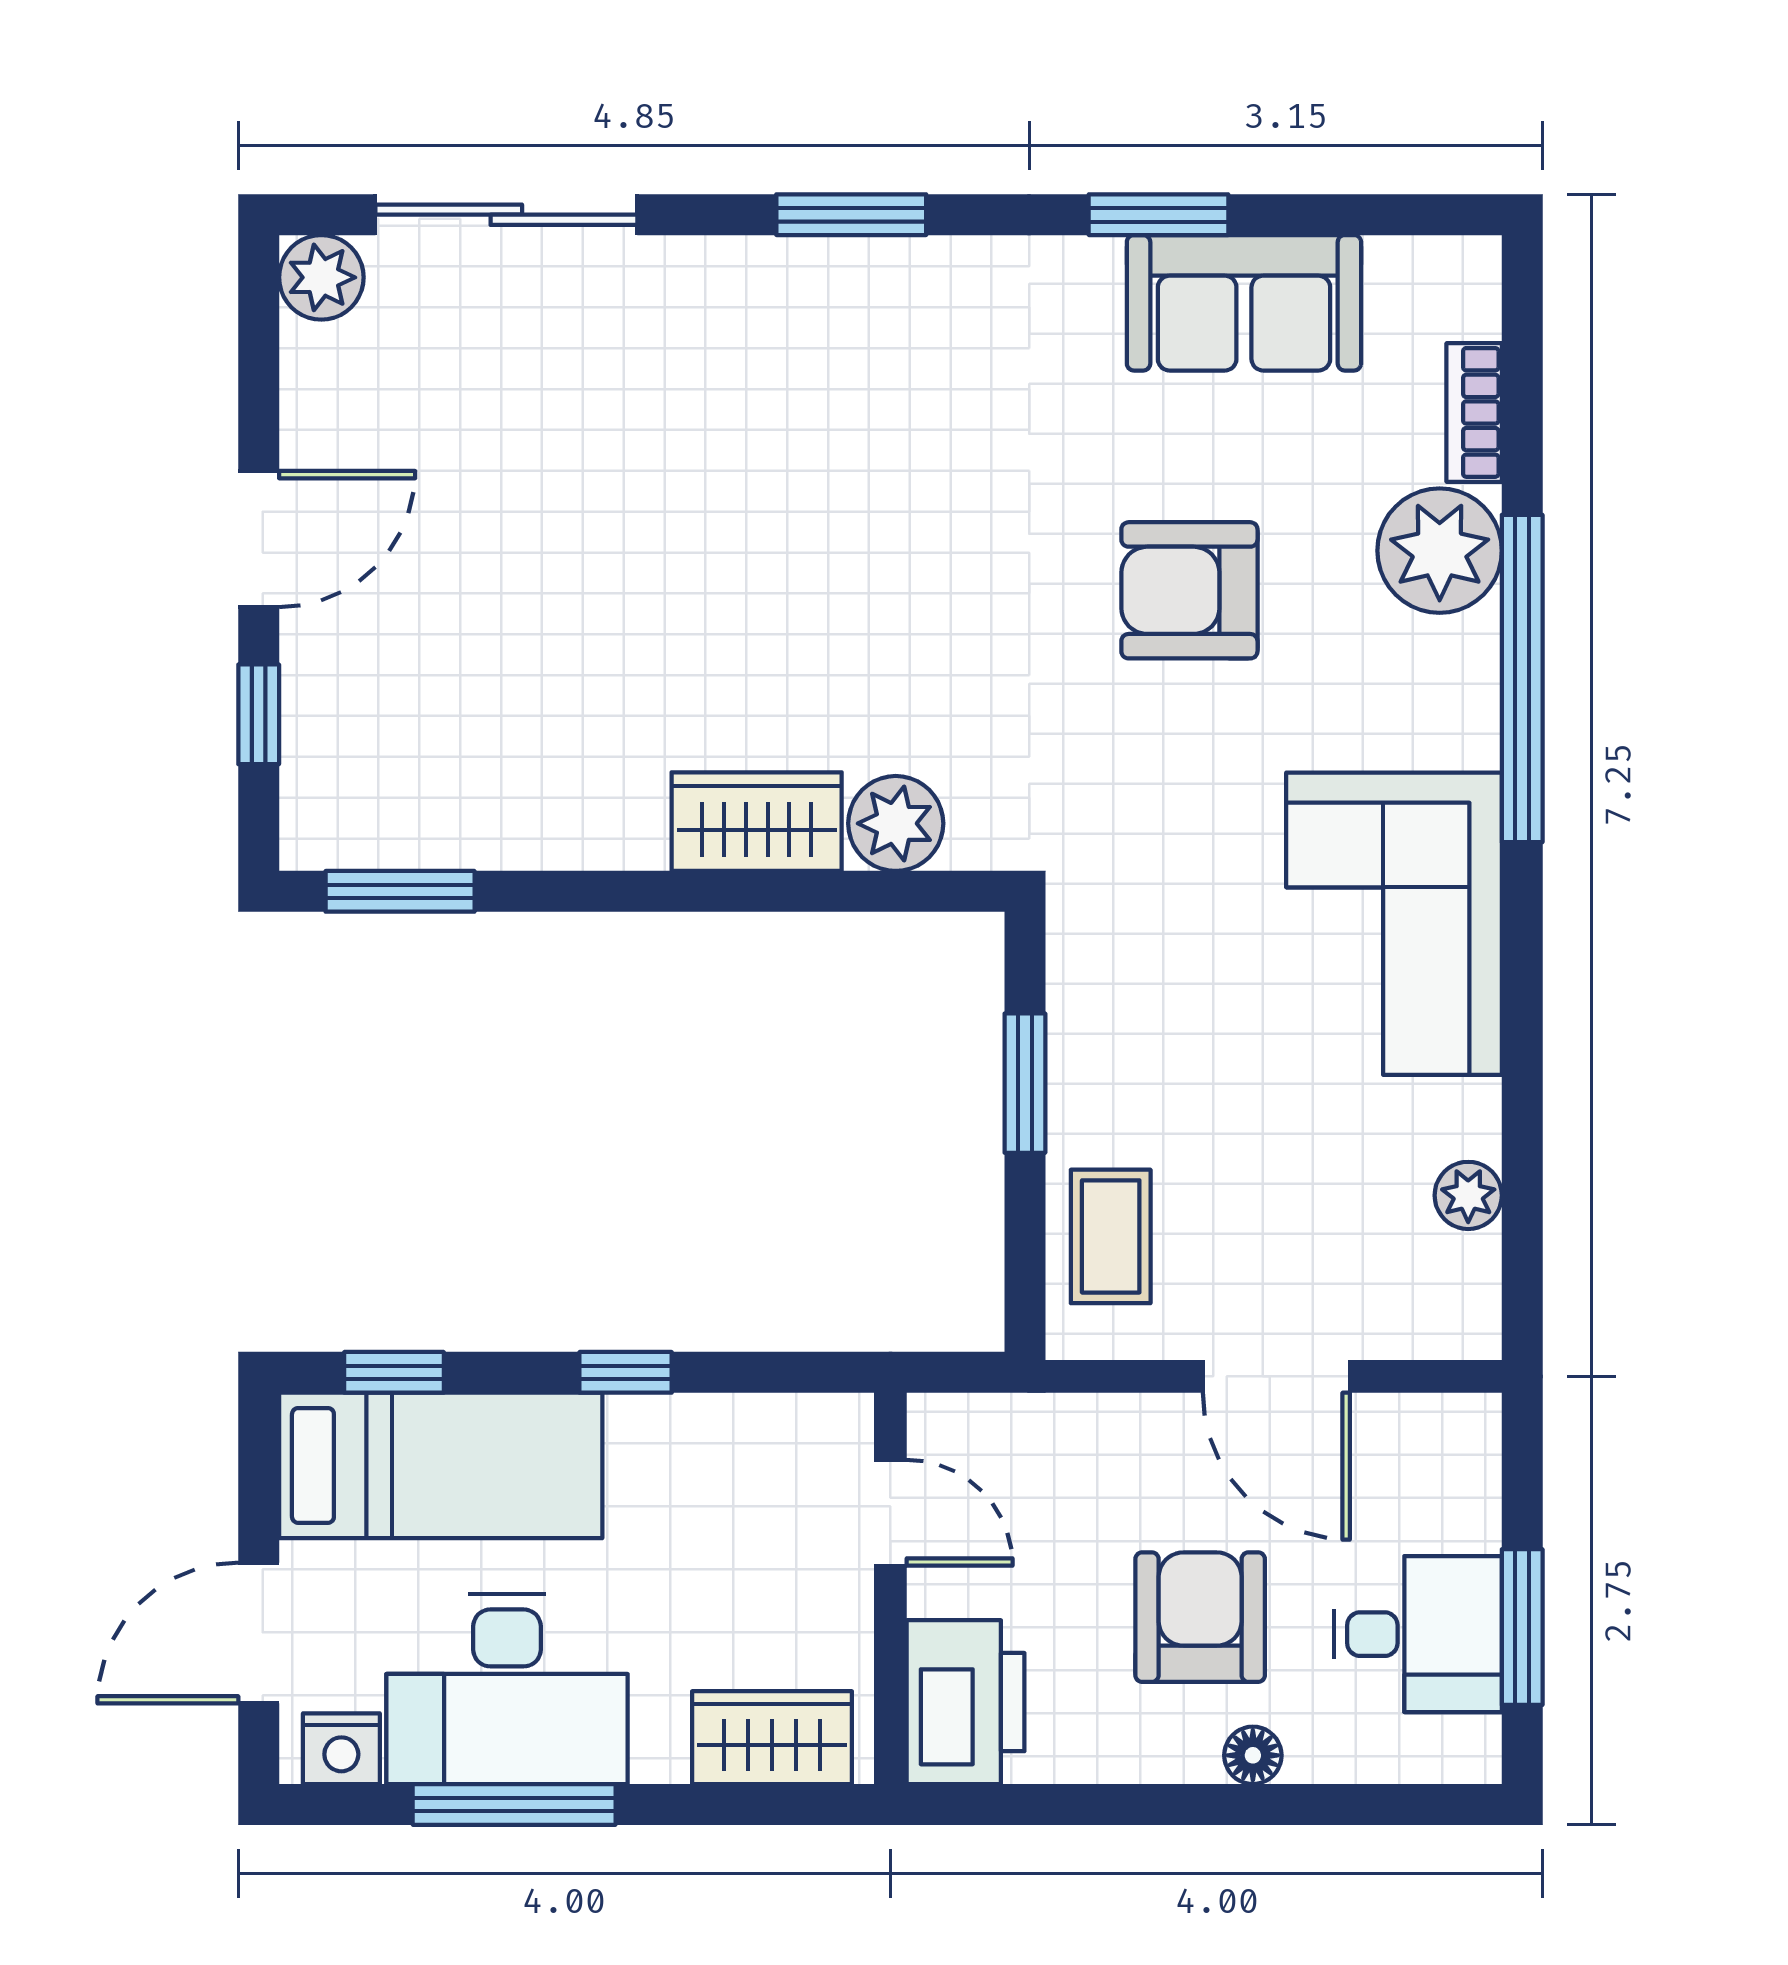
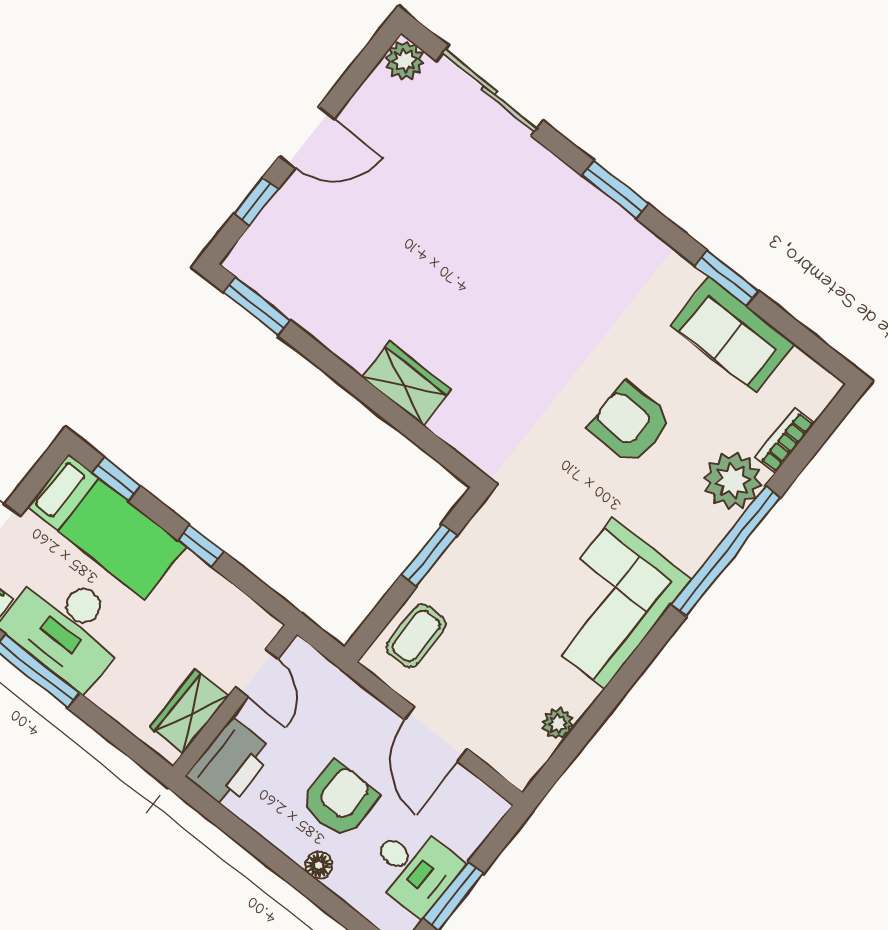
plant: (896, 823) -> (457, 424), removed
wardrobe: (772, 1738) -> (189, 711), moved, turned -90

